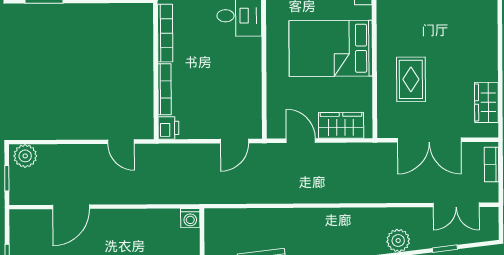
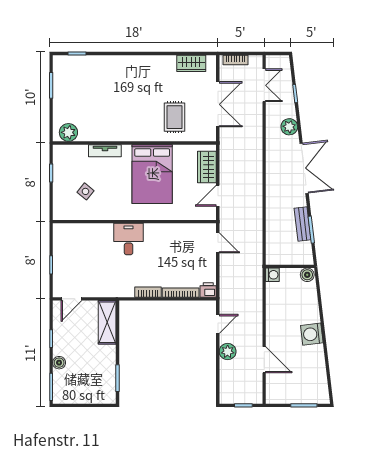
bookcase: (165, 33) -> (148, 292), width x0.64
rug: (411, 79) -> (175, 117), turned 90
plant: (25, 156) -> (228, 352), moved

